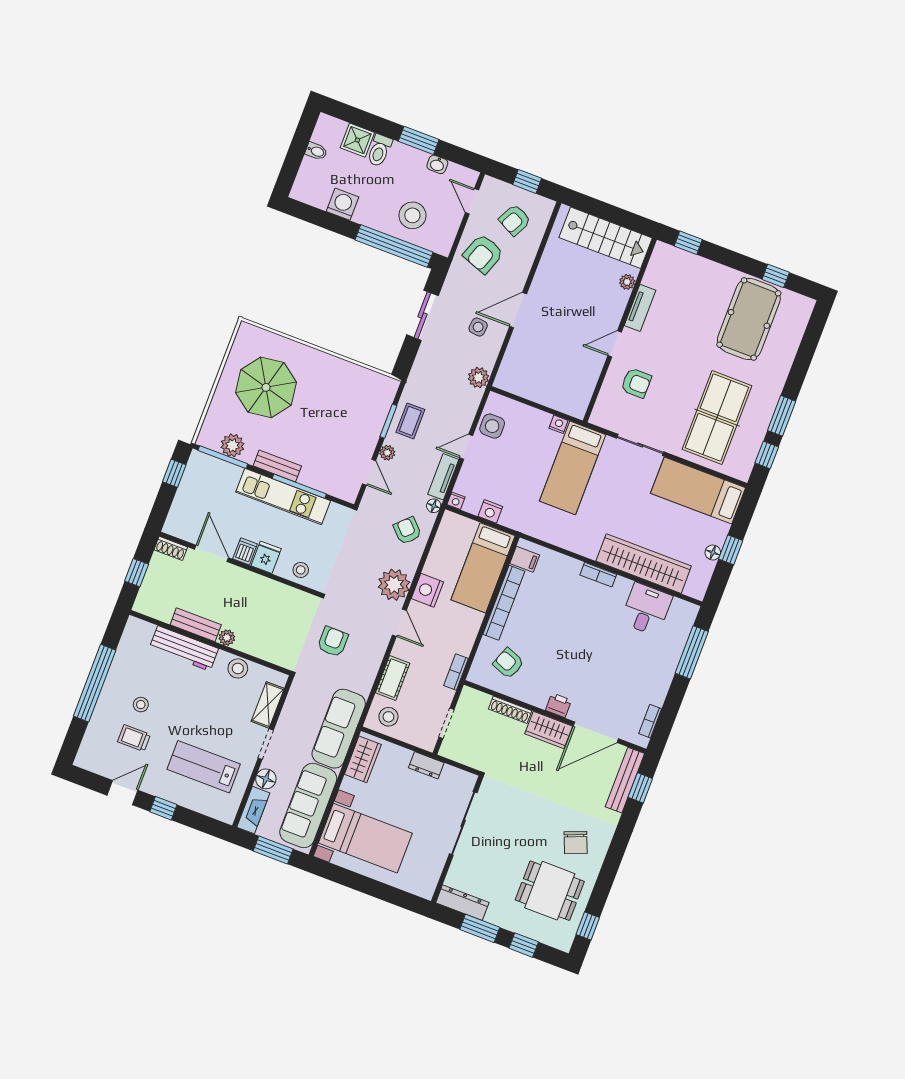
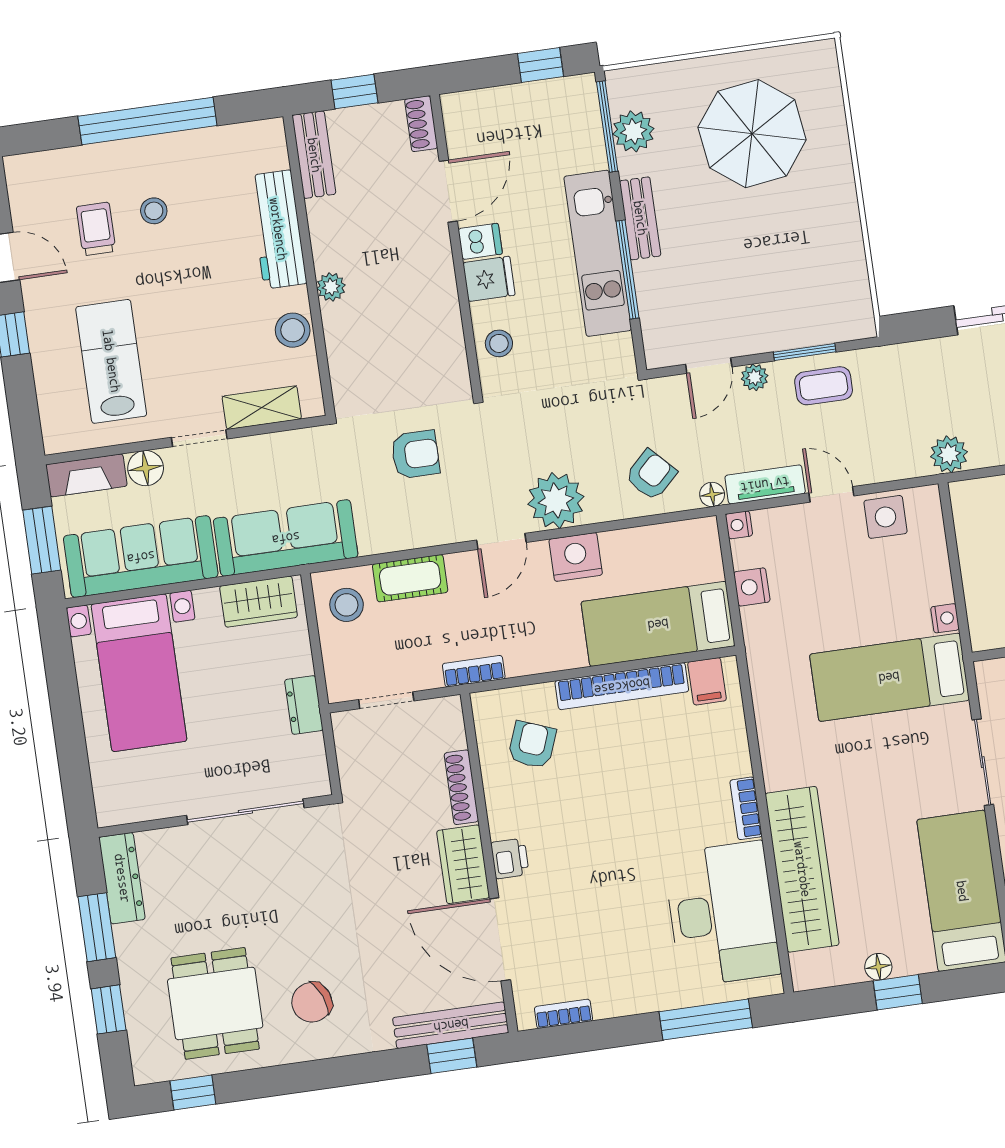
desk: (646, 609) -> (722, 914), width x1.87, depth x1.30
bench: (196, 625) -> (314, 155), moved

